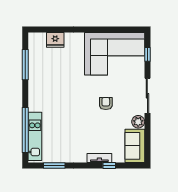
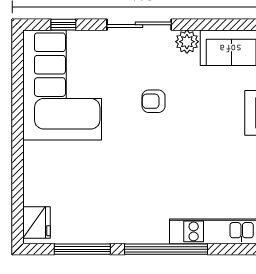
fridge: (55, 40) -> (37, 222), moved
window: (25, 130) -> (166, 249), moved

